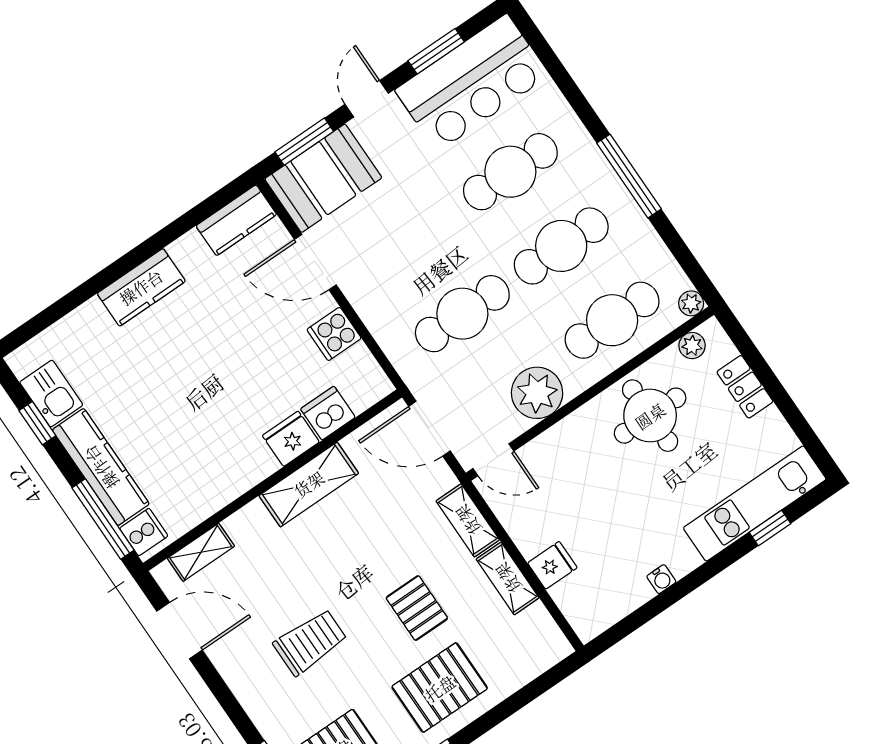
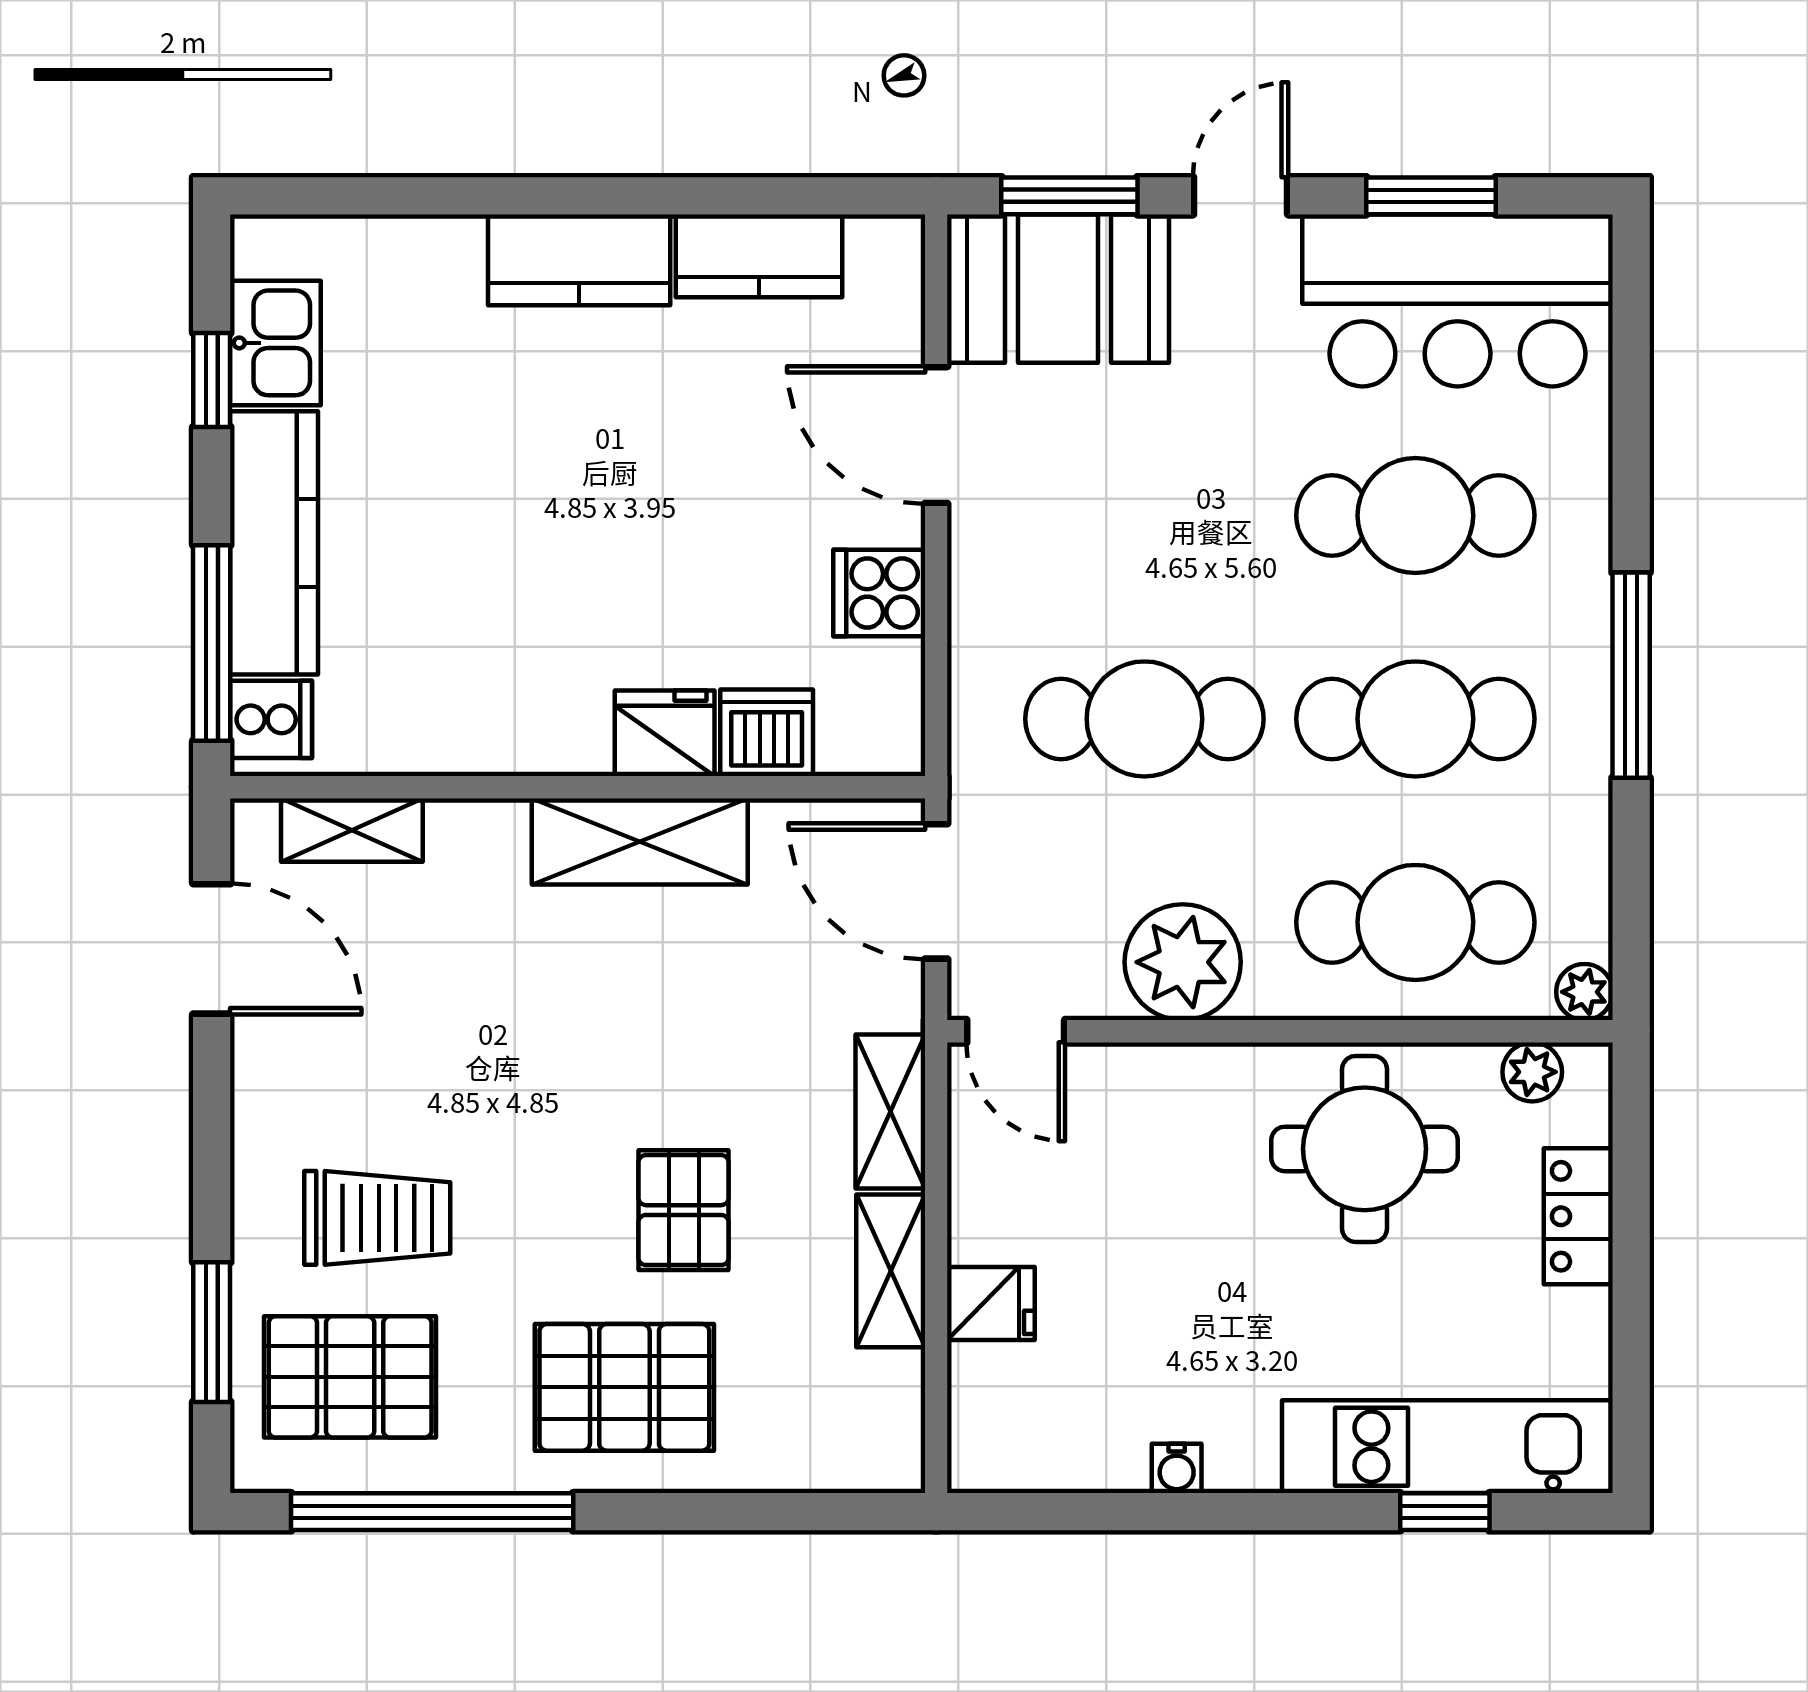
kitchen counter: (236, 220) -> (759, 256), moved
trolley: (310, 642) -> (377, 1218), moved

